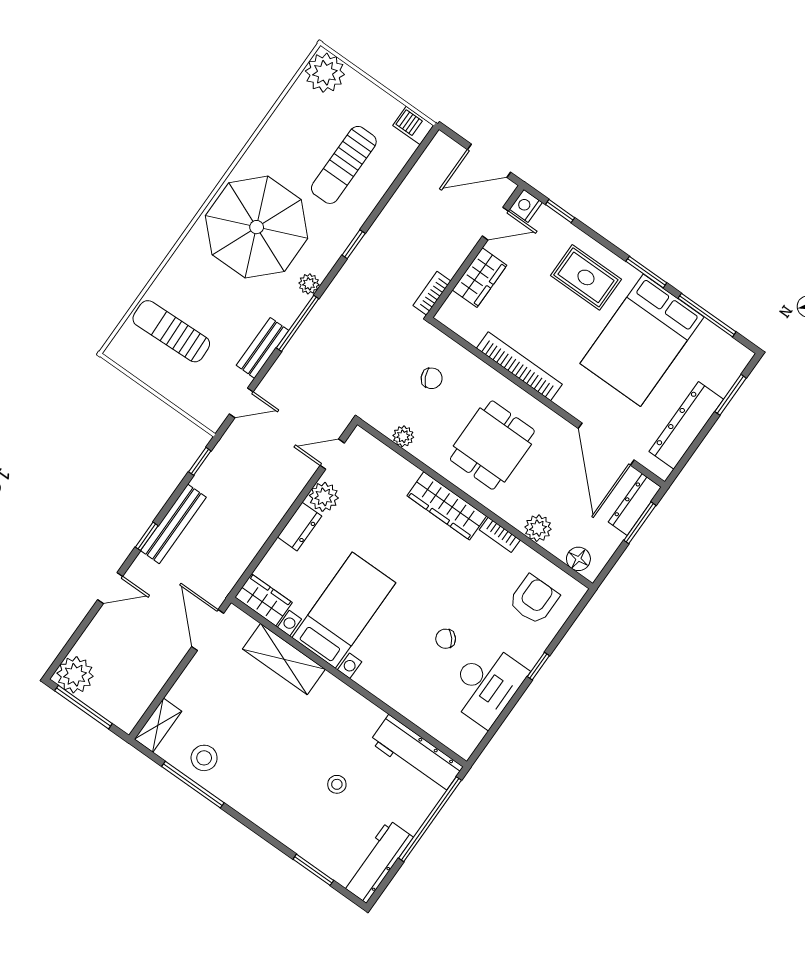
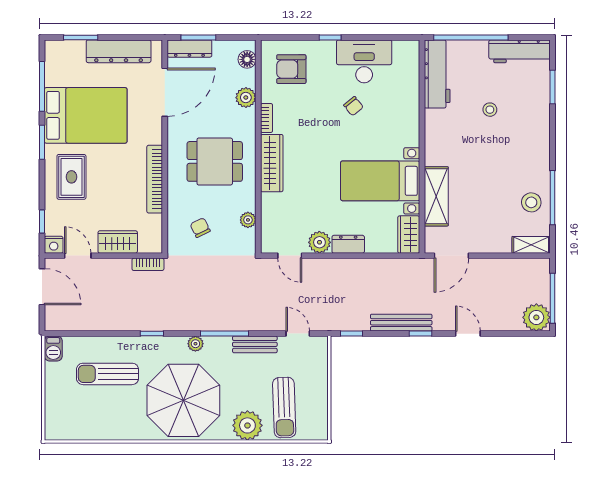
plant: (325, 73) -> (247, 425), moved
sun lounger: (344, 165) -> (108, 374), turned 180

